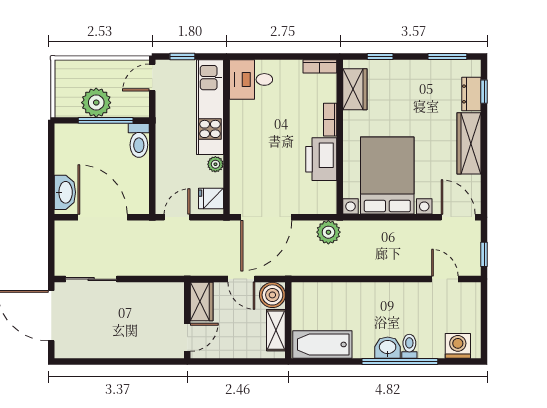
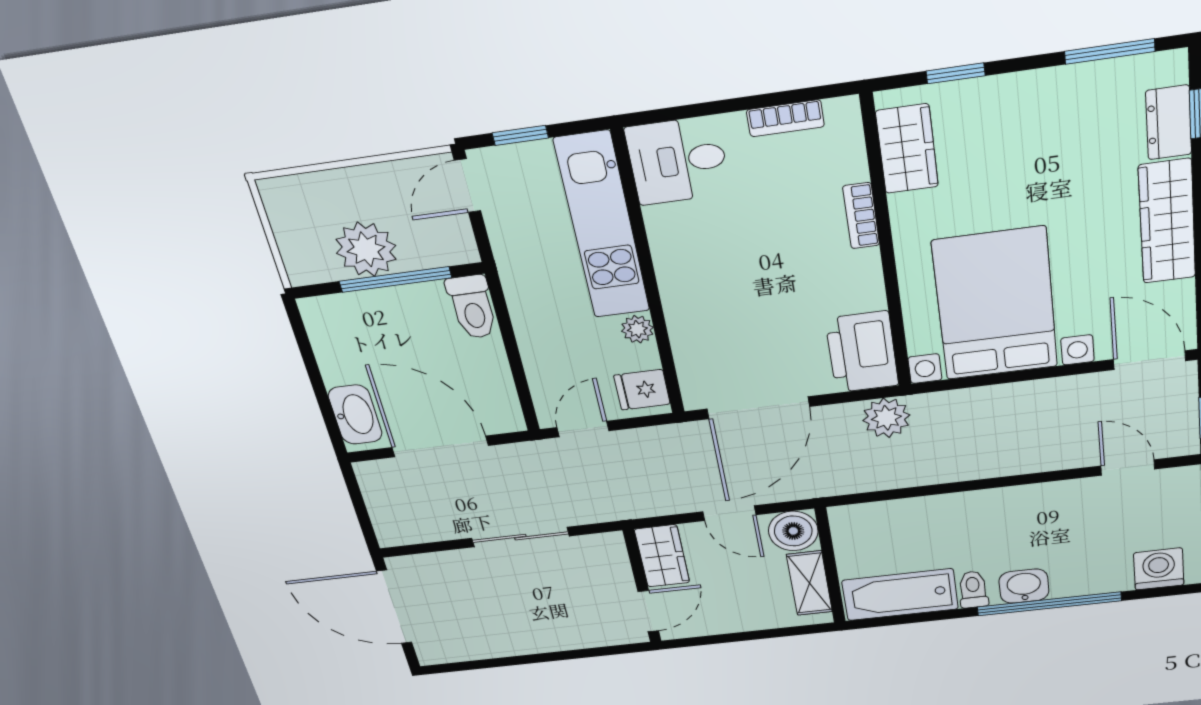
bookcase: (320, 66) -> (785, 118), moved
printer: (321, 159) -> (862, 352), moved
sliding door: (91, 279) -> (520, 537), moved
toilet: (409, 346) -> (973, 589), moved

